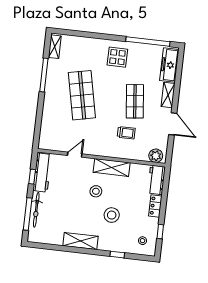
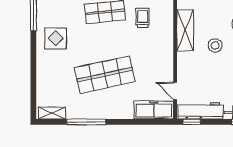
freezer: (47, 133) -> (154, 110), added
door: (75, 155) -> (175, 91), moved
window: (32, 177) -> (192, 122), moved

